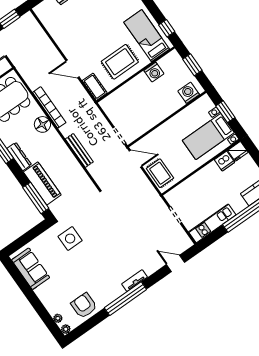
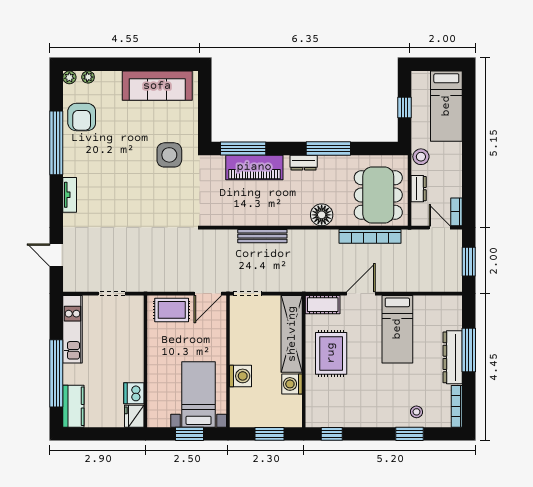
bed: (147, 36) -> (397, 329), moved, turned 90
shelving: (125, 93) -> (292, 334), added
washing machine: (189, 93) -> (240, 376), moved
bookcase: (49, 107) -> (370, 236), moved
bed with nightstands: (208, 137) -> (199, 394), moved
dresser: (19, 157) -> (304, 163), width x0.70
door: (175, 263) -> (56, 255), swing flipped
sofa: (31, 269) -> (157, 86), width x1.36
window: (125, 299) -> (56, 143), moved
armchair: (84, 306) -> (82, 117), turned 90

